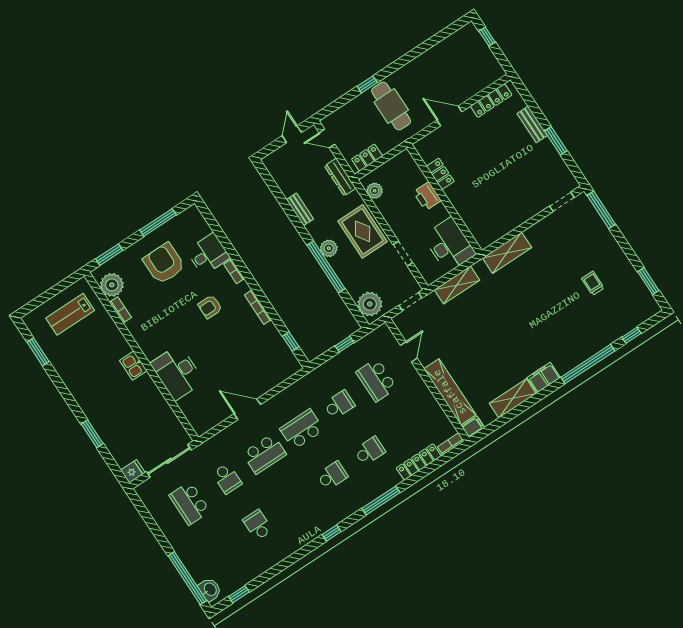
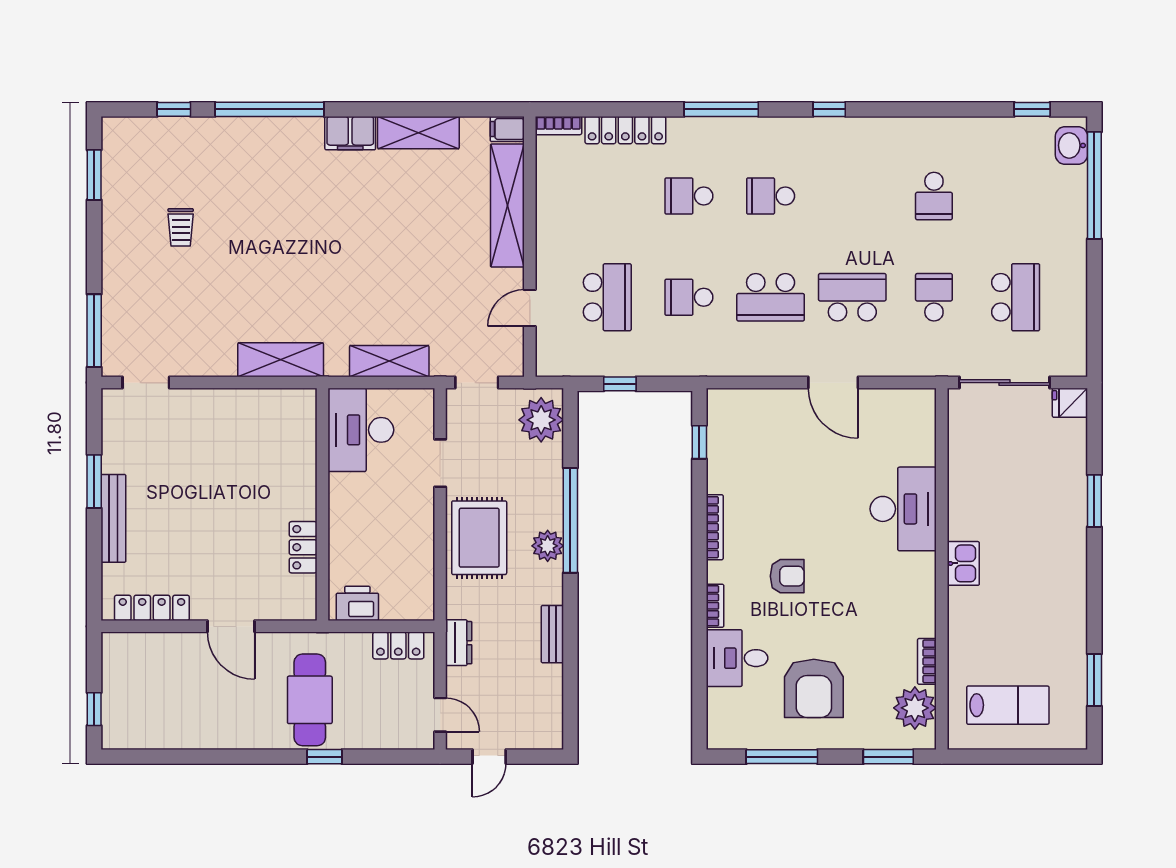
bench: (532, 124) -> (113, 518), width x1.36
dresser: (340, 177) -> (459, 643), width x0.70
plant: (375, 191) -> (420, 588), removed
printer: (427, 196) -> (357, 603), moved, turned -90

